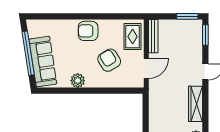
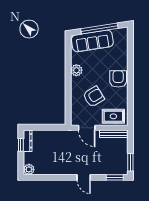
wardrobe: (196, 104) -> (57, 169), removed

